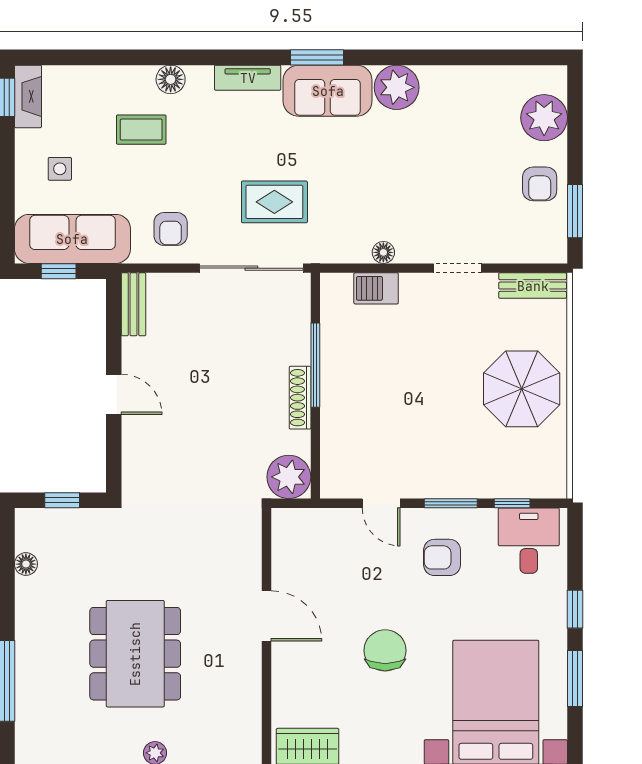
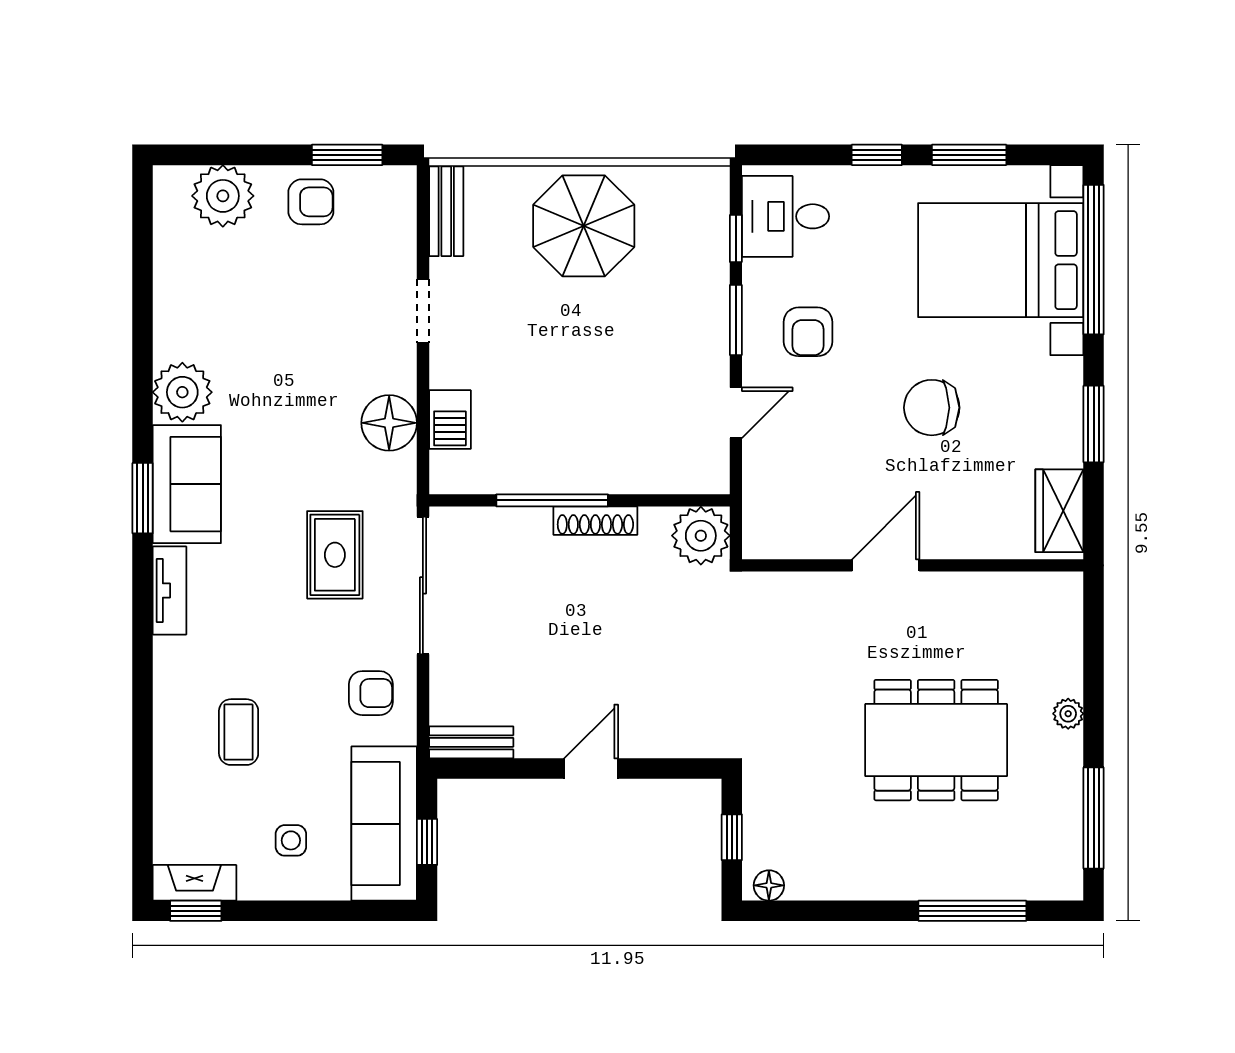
floor lamp: (171, 79) -> (172, 693), removed
floor lamp: (383, 252) -> (389, 423), width x1.89, depth x1.89
floor lamp: (26, 564) -> (769, 885), moved

